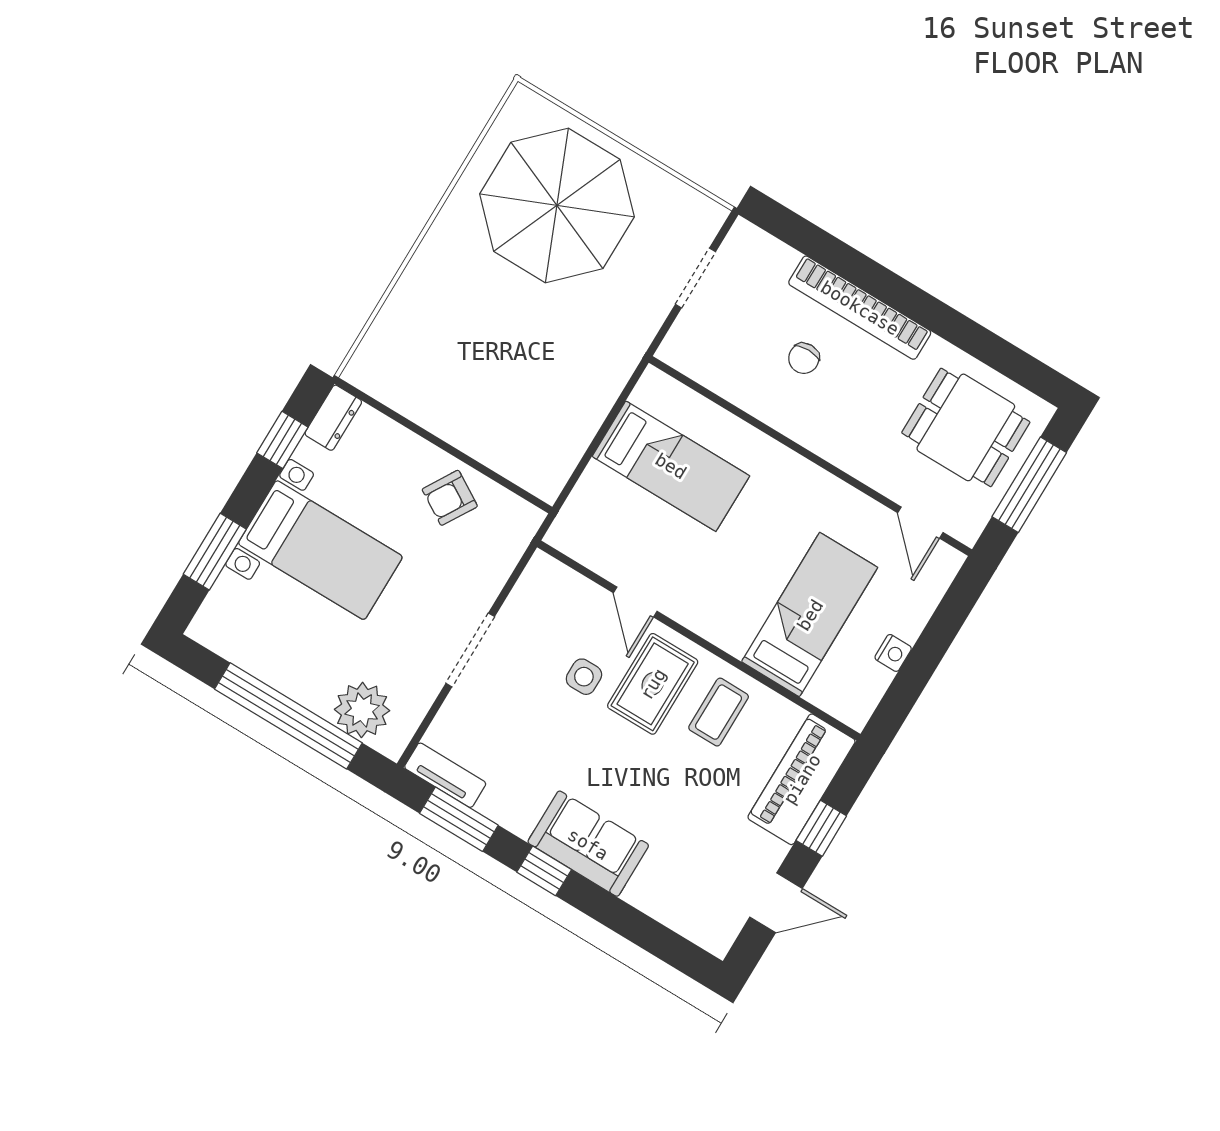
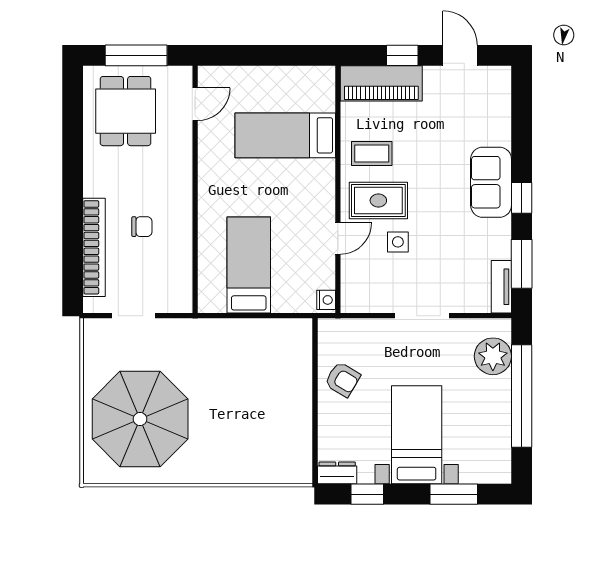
bookcase: (860, 308) -> (94, 247), moved
nightstand: (893, 653) -> (326, 300), moved, turned 90

